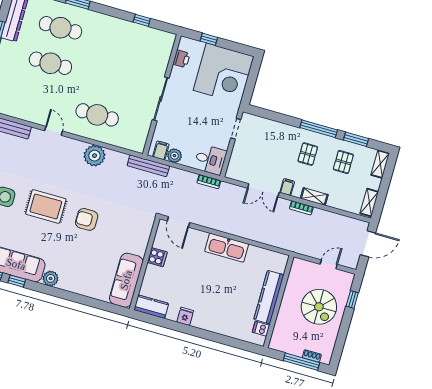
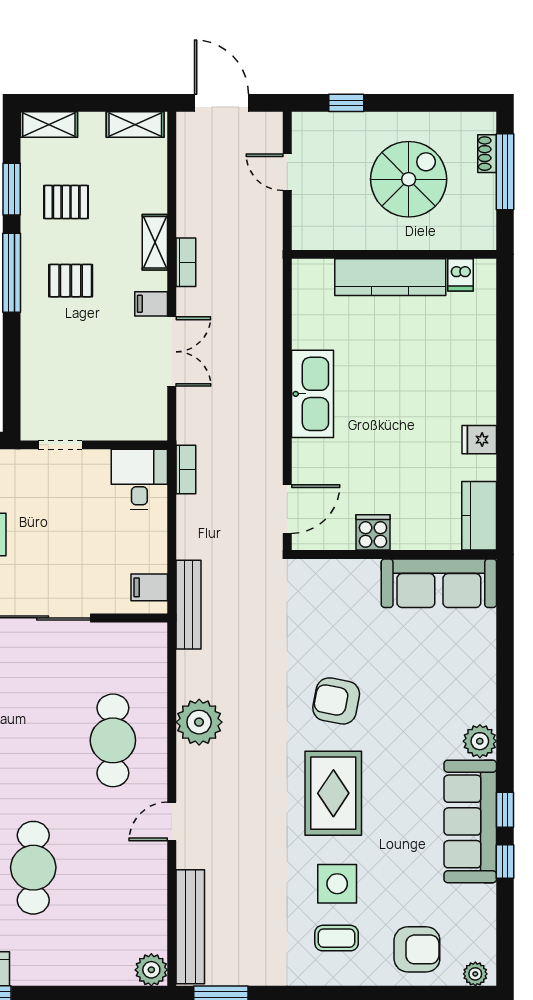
plant: (174, 156) -> (152, 556), removed
armchair: (87, 219) -> (336, 701), turned 101
spiral stairs: (319, 307) -> (409, 179), moved

